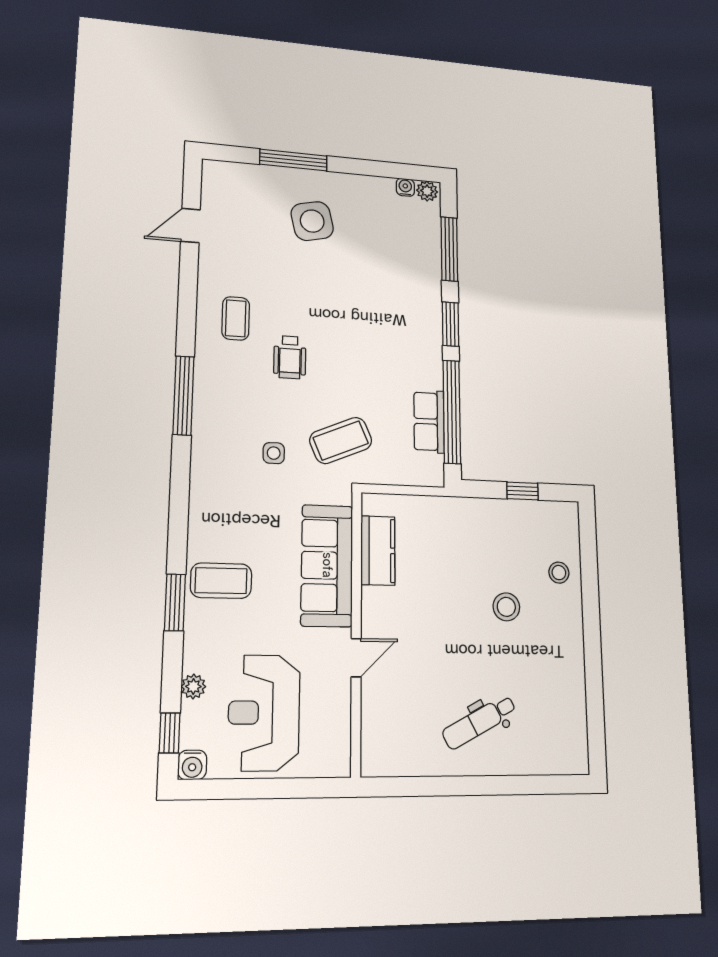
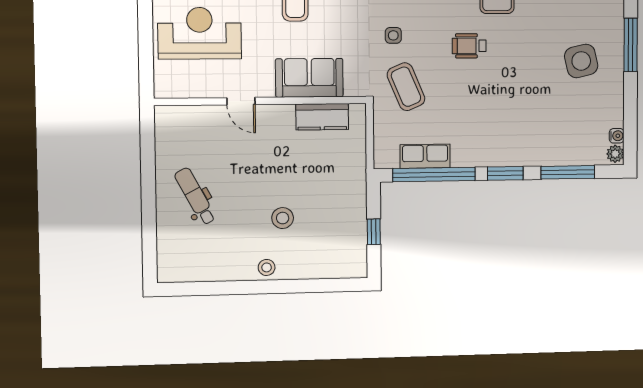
sofa: (327, 565) -> (309, 78), width x0.73
stool: (559, 573) -> (267, 267), moved

